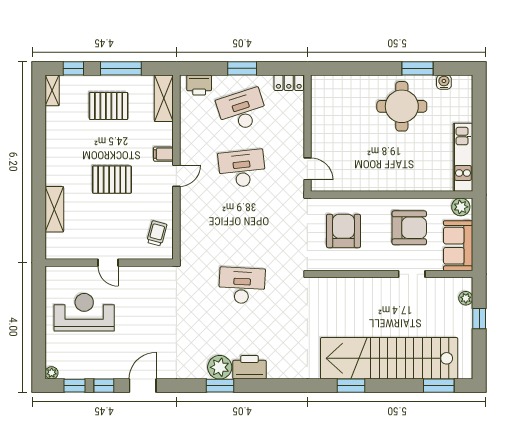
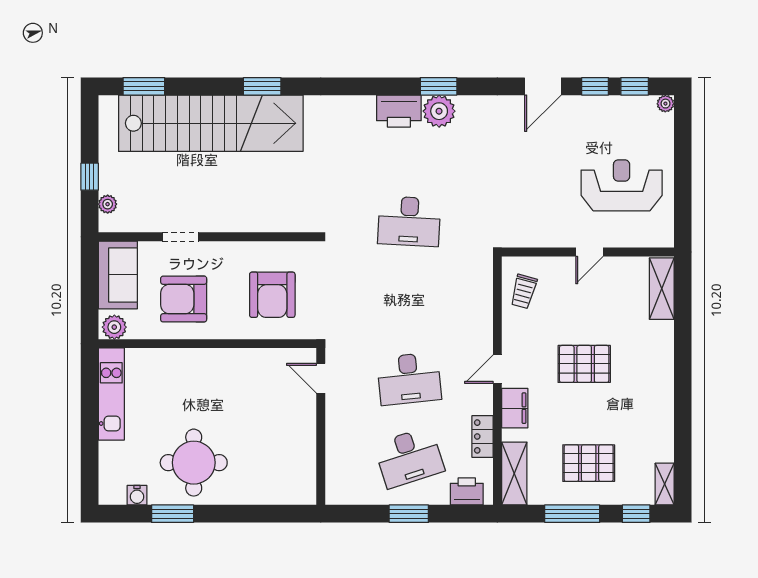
locker: (289, 83) -> (482, 436), moved, turned -90
filing cabinet: (163, 154) -> (515, 408), width x2.00
shelving: (54, 209) -> (662, 289), moved
door: (108, 263) -> (589, 252), swing flipped
reception desk: (84, 312) -> (622, 185), turned 180

